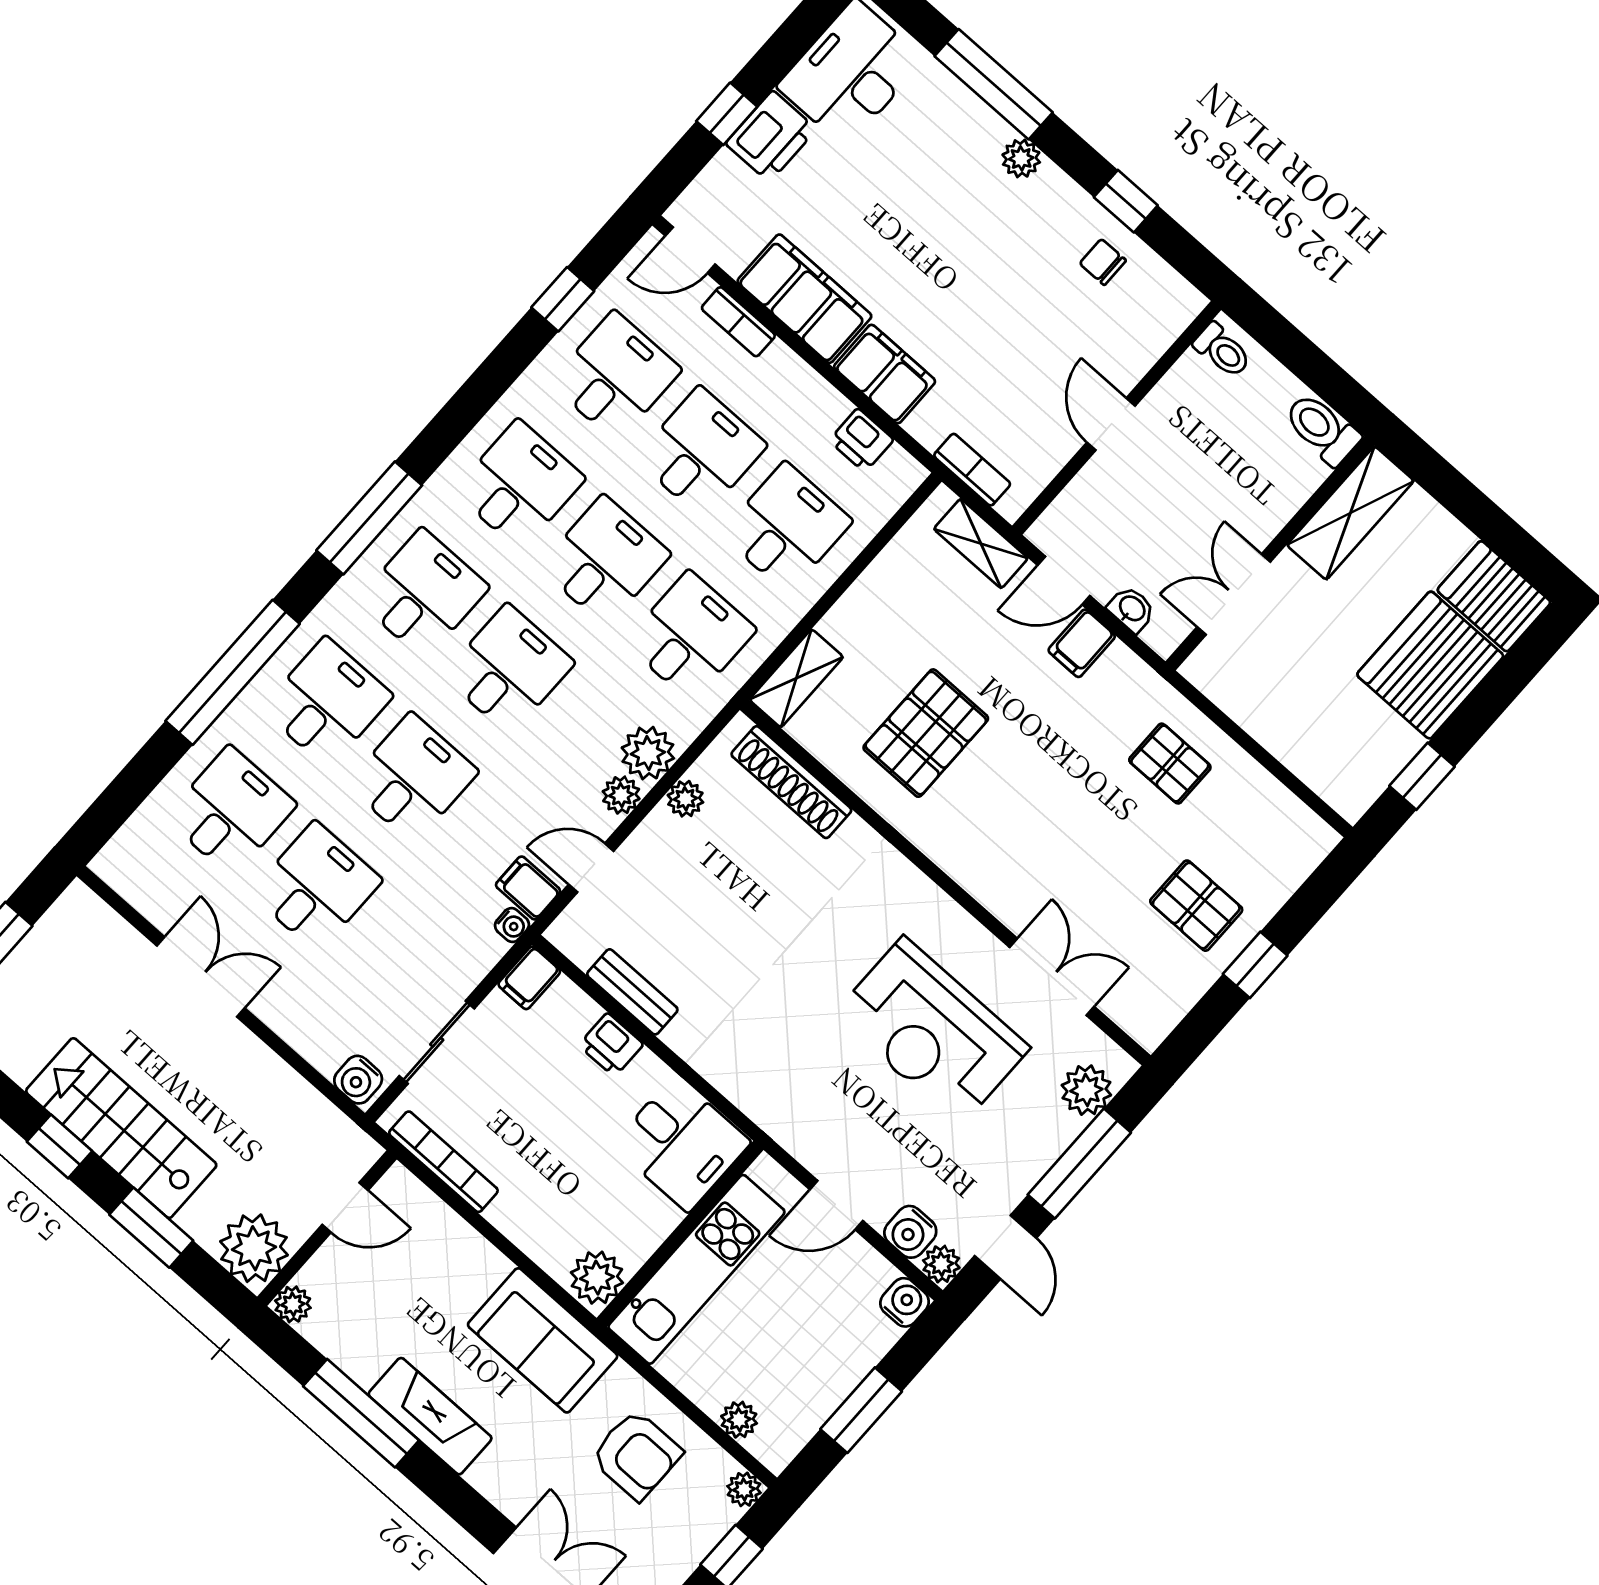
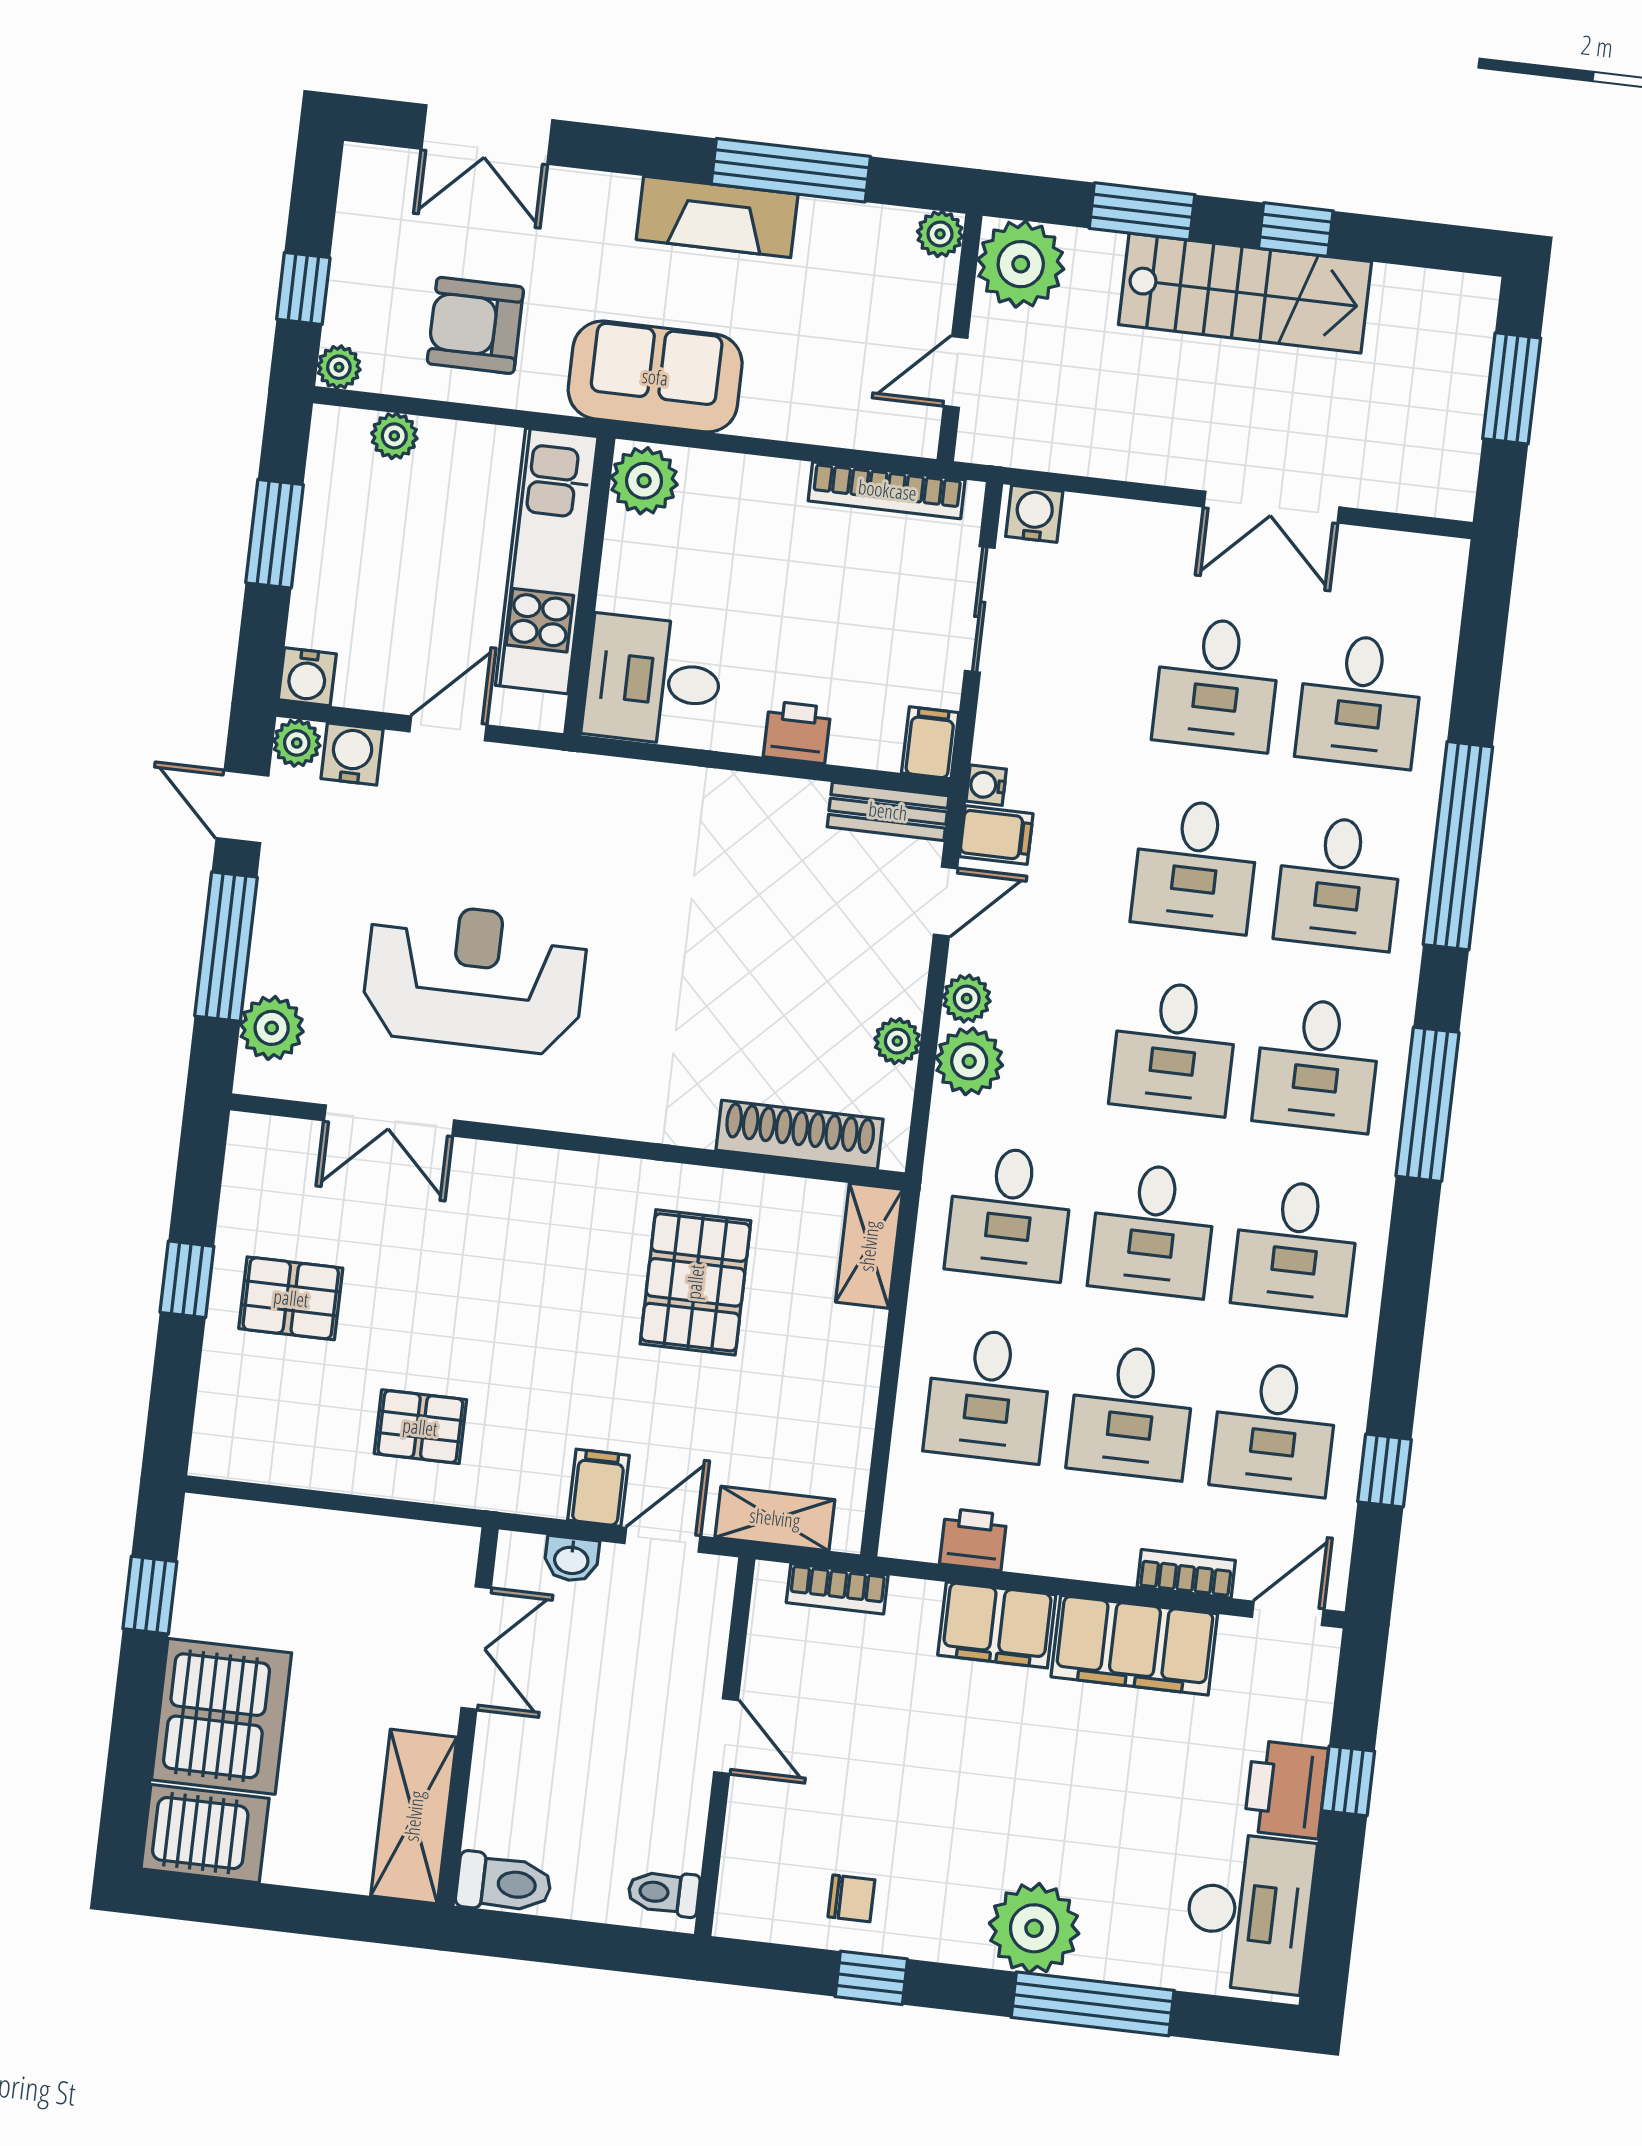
plant: (1021, 158) -> (1034, 1928), width x1.88, depth x1.88
bench: (632, 992) -> (888, 811), moved

